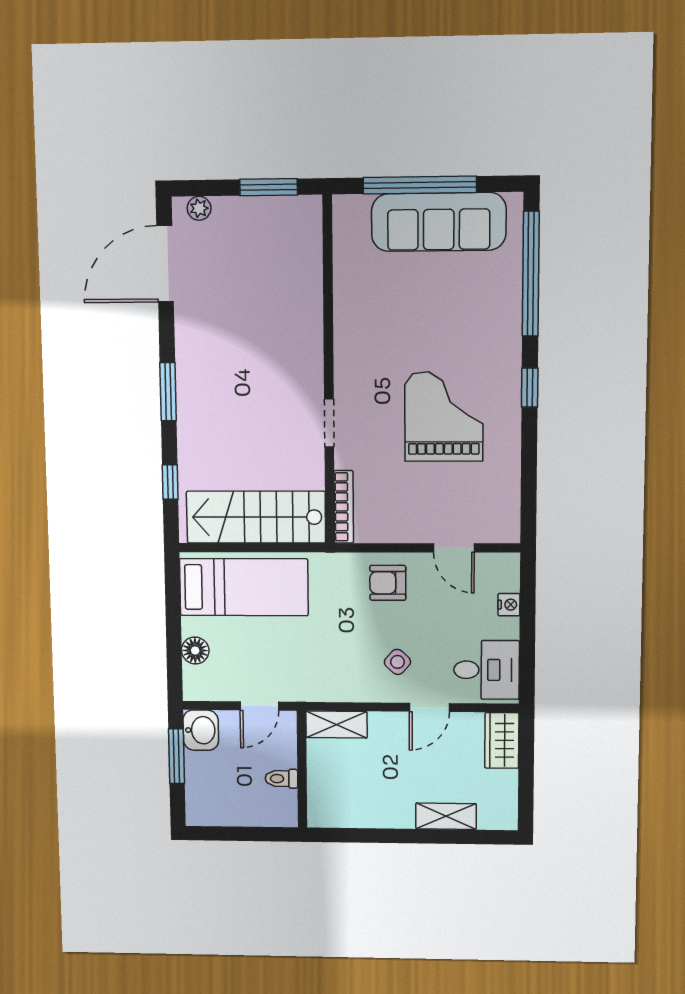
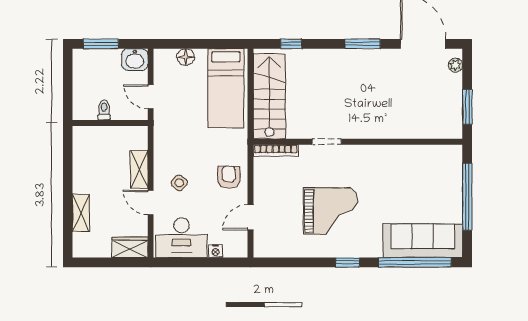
sofa: (439, 222) -> (423, 241), moved, turned 90
window: (168, 392) -> (363, 44), moved
desk: (487, 670) -> (182, 238), width x1.37
shelving: (336, 724) -> (139, 169), moved
window: (176, 756) -> (101, 44), moved

